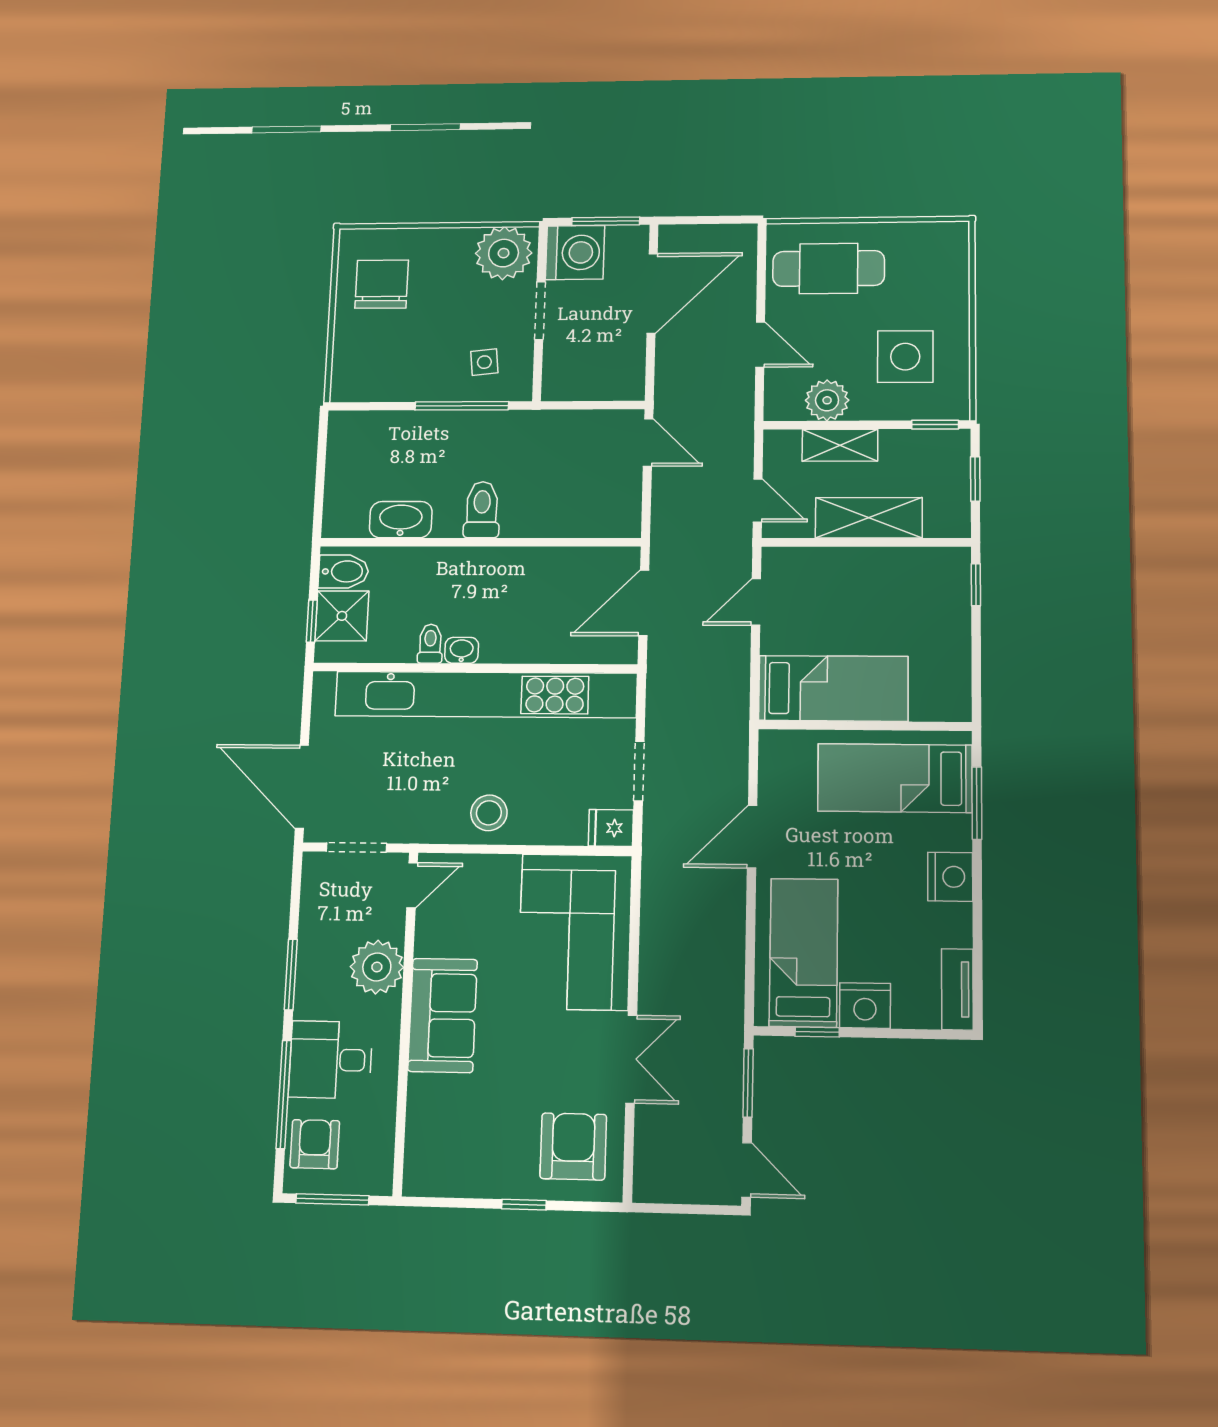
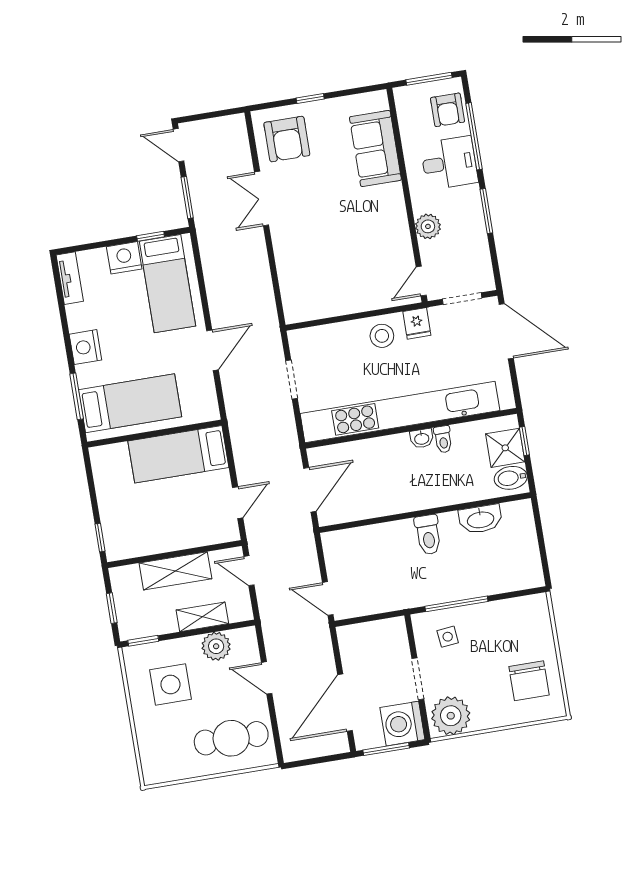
fridge: (611, 828) -> (417, 323), moved, turned 90
corner sofa: (575, 932) -> (312, 270), removed
plant: (377, 967) -> (428, 226), width x0.73, depth x0.73
sofa: (443, 1015) -> (375, 148), moved

